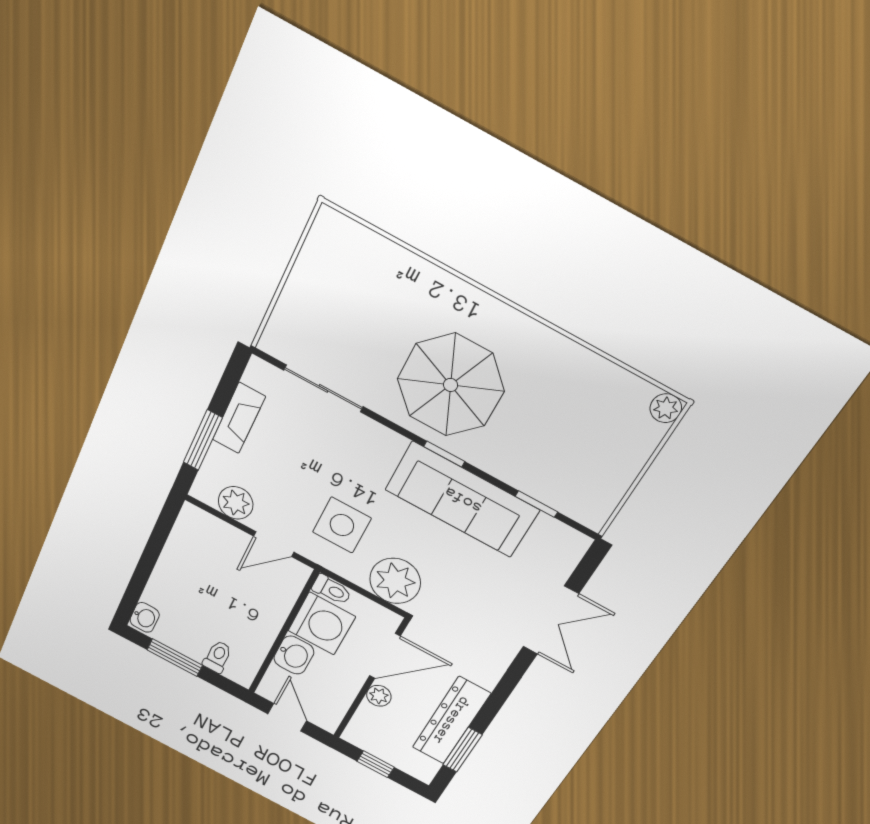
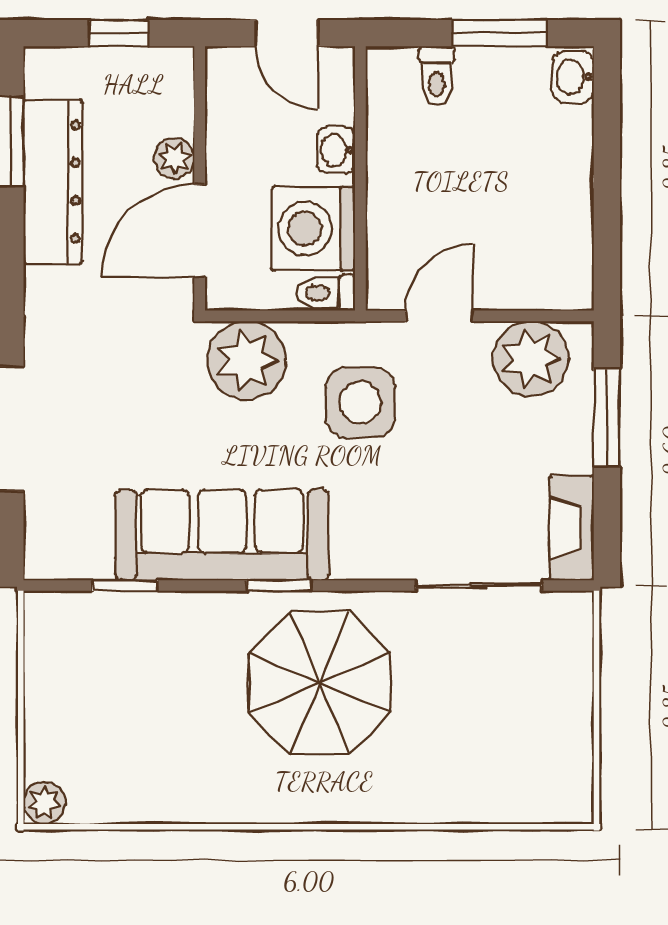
fireplace: (239, 418) -> (571, 528), moved
plant: (236, 503) -> (531, 359), width x1.36, depth x1.36
washbasin: (294, 655) -> (336, 150), width x0.72, depth x0.69

